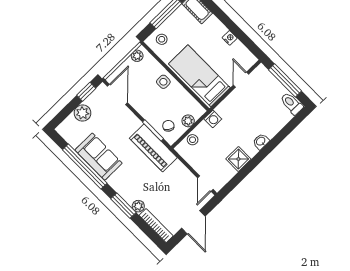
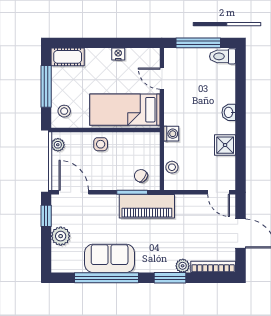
plant: (188, 121) -> (153, 156), removed

